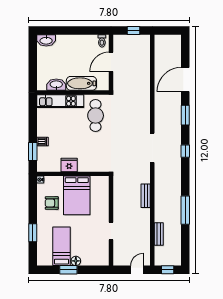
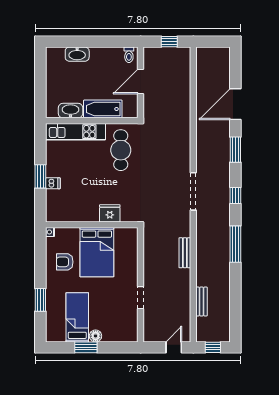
washbasin: (46, 40) -> (77, 54), moved
window: (33, 151) -> (40, 176), moved
fridge: (69, 165) -> (110, 213), moved
window: (185, 210) -> (235, 244), moved

